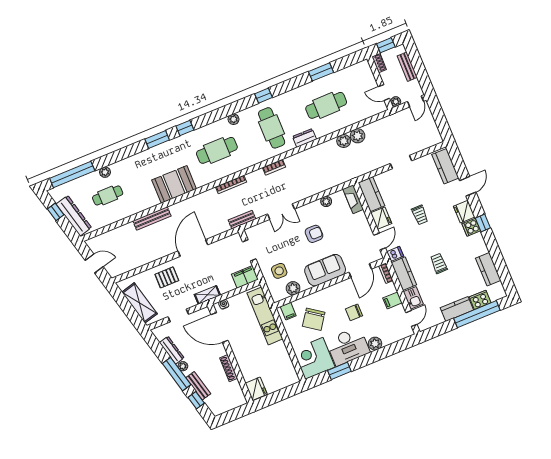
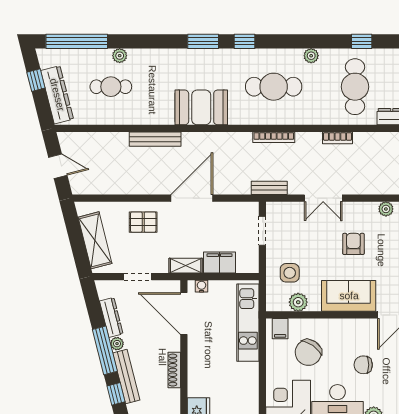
armchair: (314, 234) -> (353, 244), turned -90
filing cabinet: (245, 277) -> (219, 263), moved
bench: (198, 386) -> (126, 377), width x1.36

